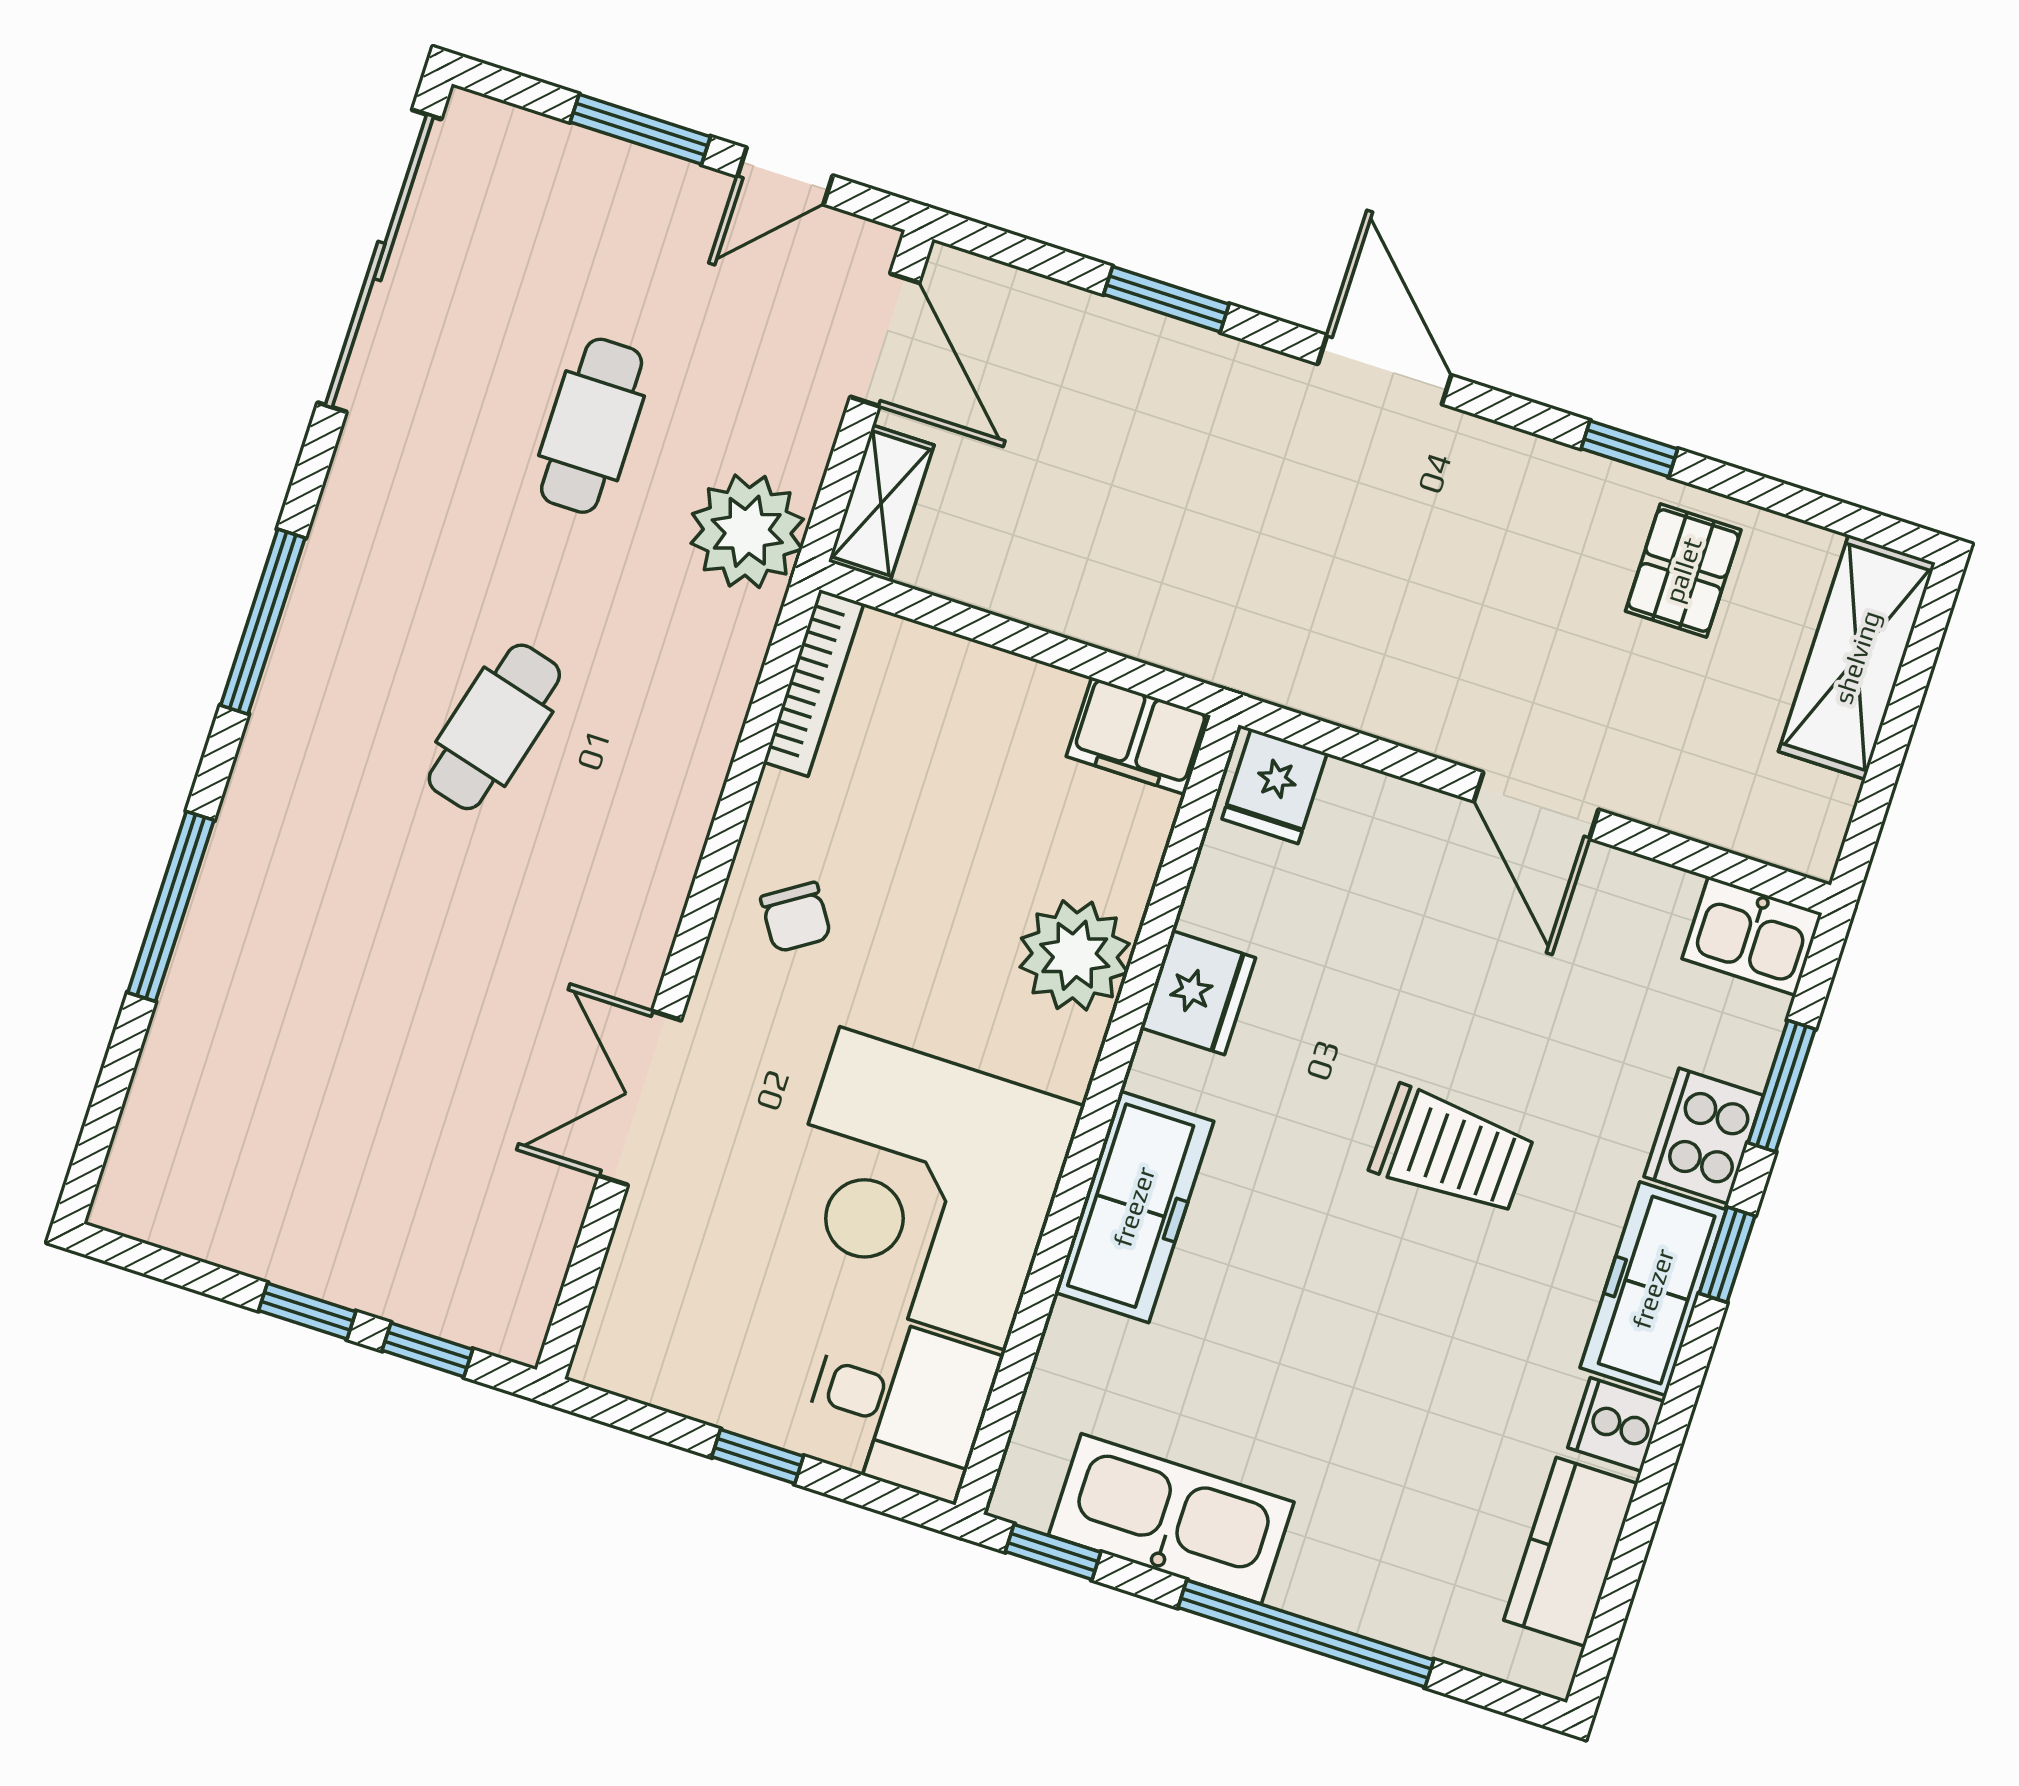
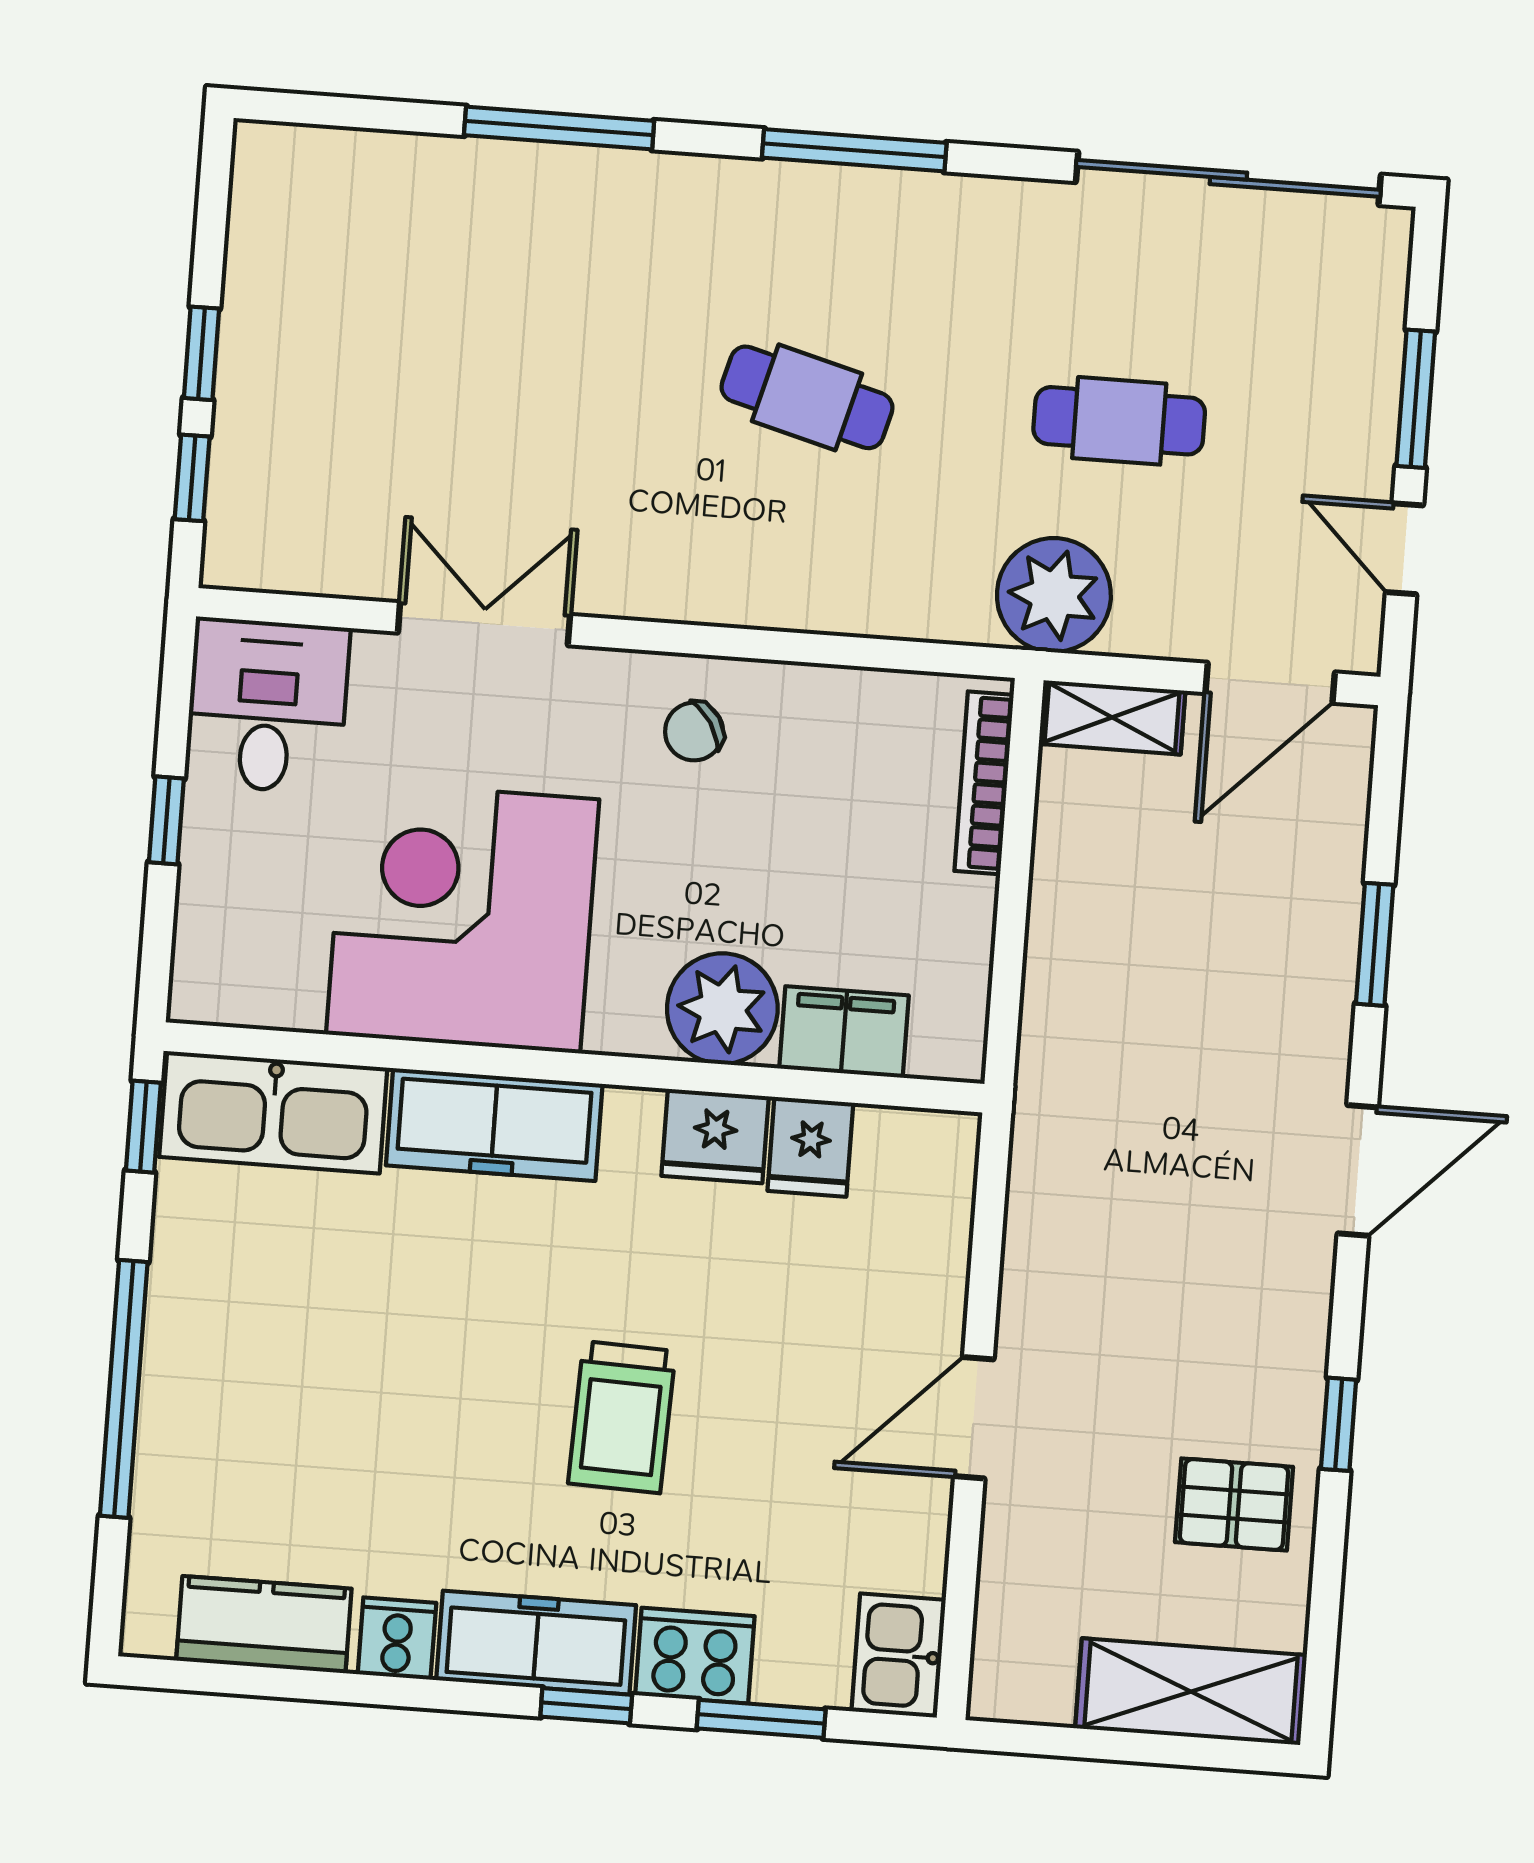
bookcase: (814, 683) -> (984, 783), moved, turned 90
filing cabinet: (1139, 736) -> (844, 1032), moved, turned 90
fridge: (1275, 786) -> (810, 1147), moved, turned -90
desk: (899, 1405) -> (267, 706), moved, turned 180
kitchen sink: (1171, 1519) -> (273, 1112), moved, turned 90

